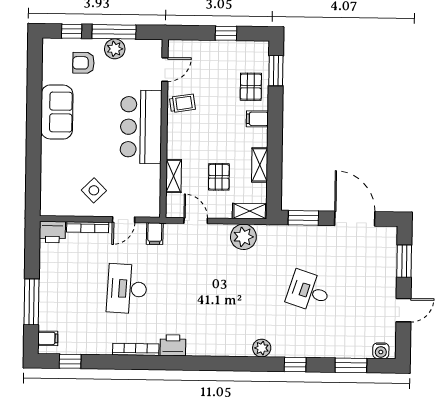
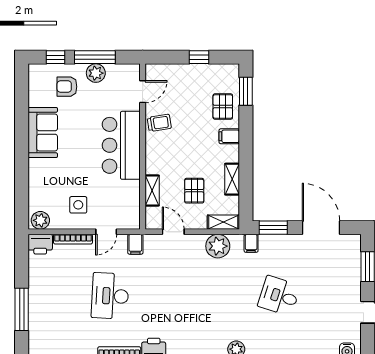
side table: (94, 190) -> (78, 205), turned 45
plant: (53, 206) -> (40, 220), added
filing cabinet: (48, 338) -> (251, 243), moved, turned 90

